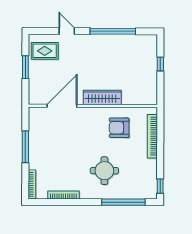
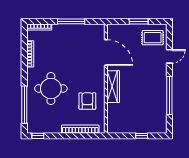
rug: (45, 51) -> (153, 38), turned 90
round table: (104, 171) -> (51, 89), width x1.36, depth x1.36

